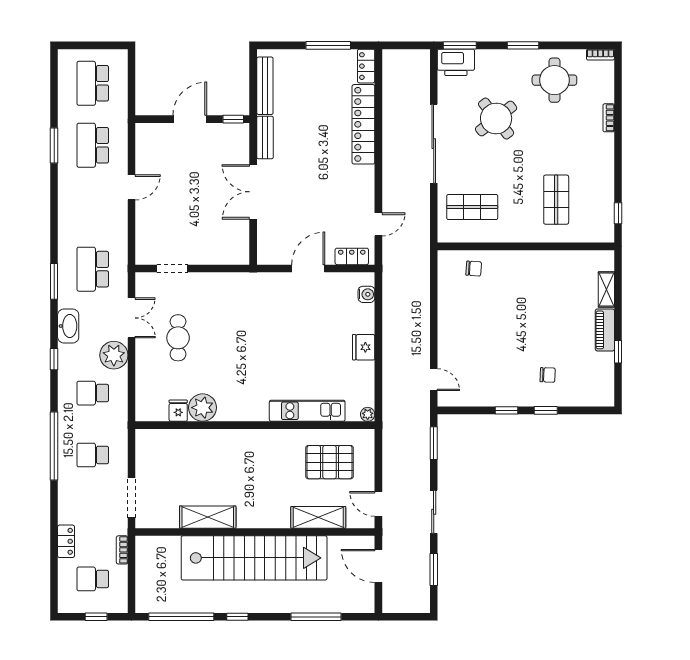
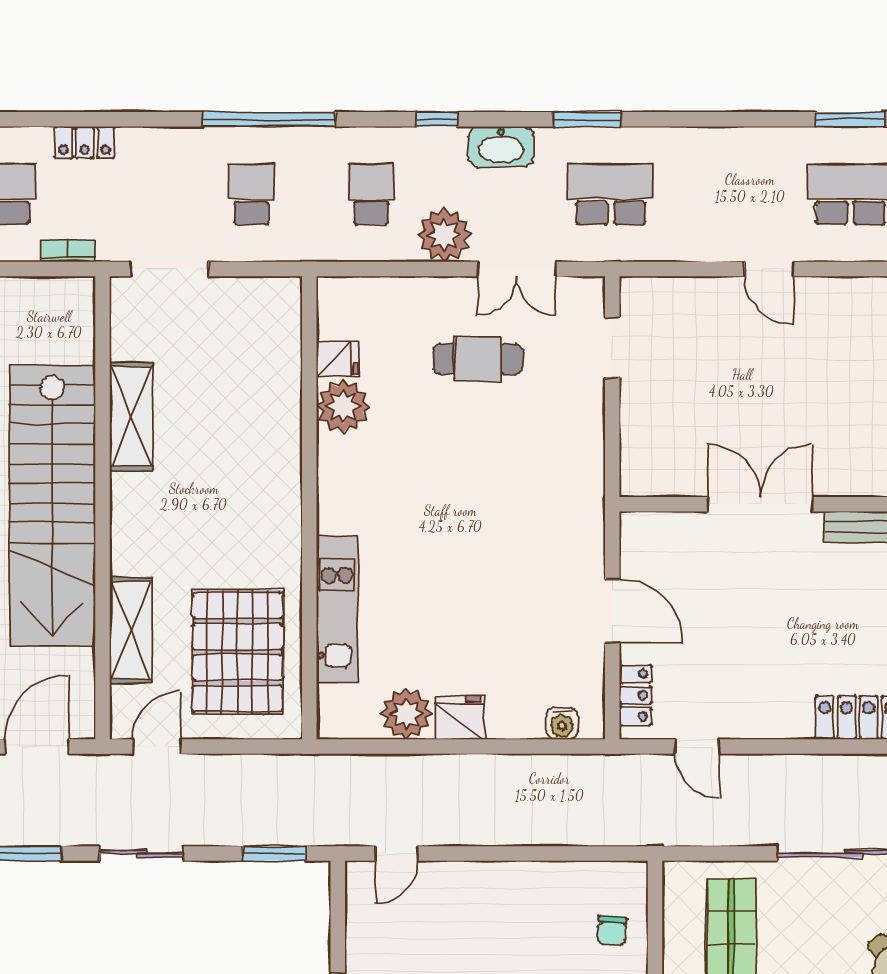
plant: (368, 414) -> (406, 714), moved, width x1.88, depth x1.88
pallet: (330, 462) -> (238, 652), width x1.37, depth x1.41

